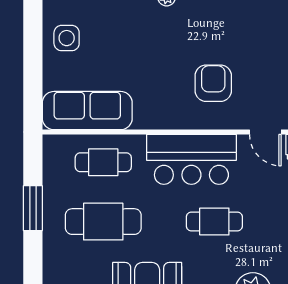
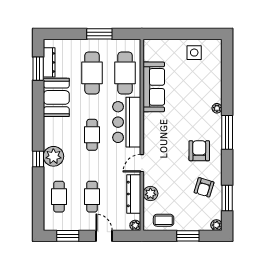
armchair: (213, 83) -> (199, 151), moved, turned -90
sofa: (87, 111) -> (154, 87), moved
cafe table: (103, 162) -> (125, 73), width x1.37, depth x1.35

